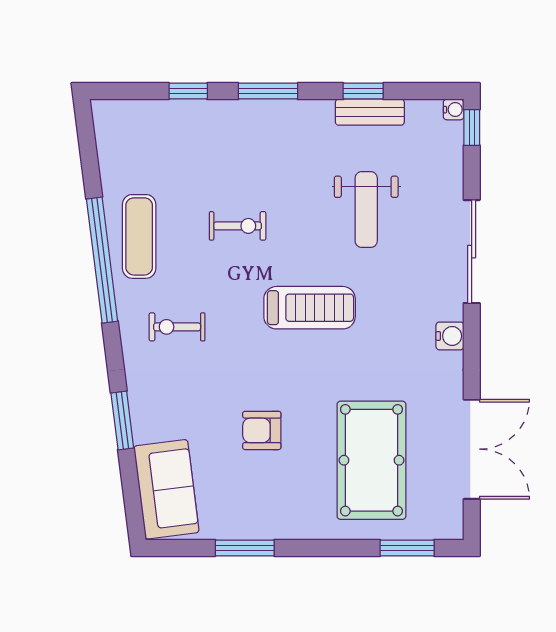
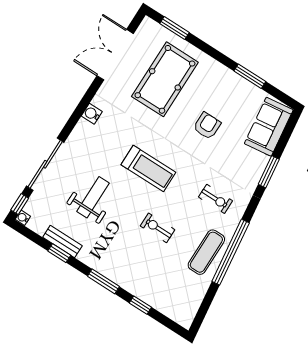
sliding door: (472, 252) -> (45, 164), moved
treadmill: (310, 308) -> (148, 169), turned 180
armchair: (262, 430) -> (207, 126), turned -90

